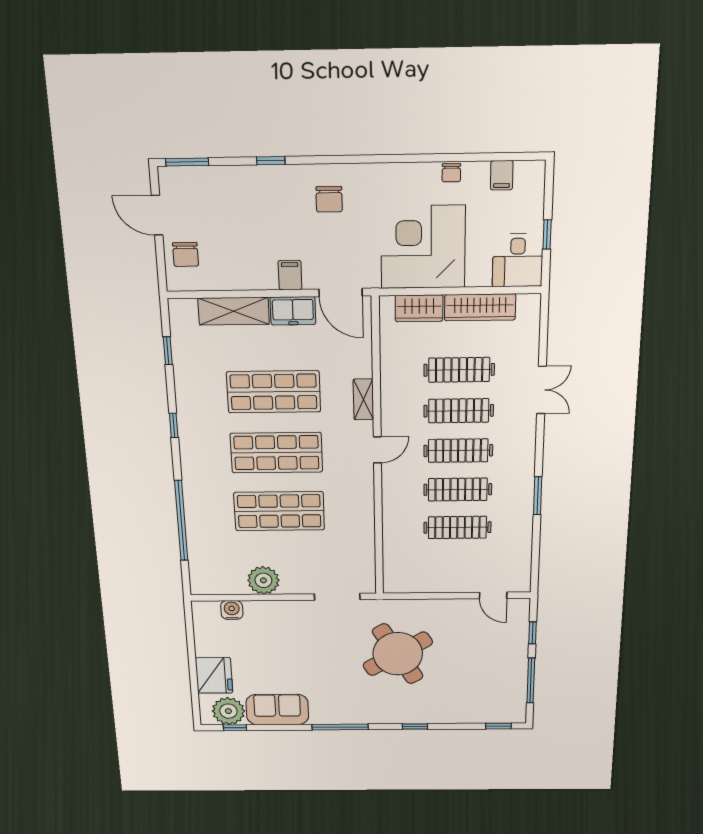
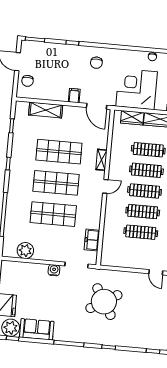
freezer: (293, 311) -> (92, 240), moved, turned 90
plant: (263, 580) -> (25, 251), moved
water cooler: (232, 610) -> (54, 270), moved

